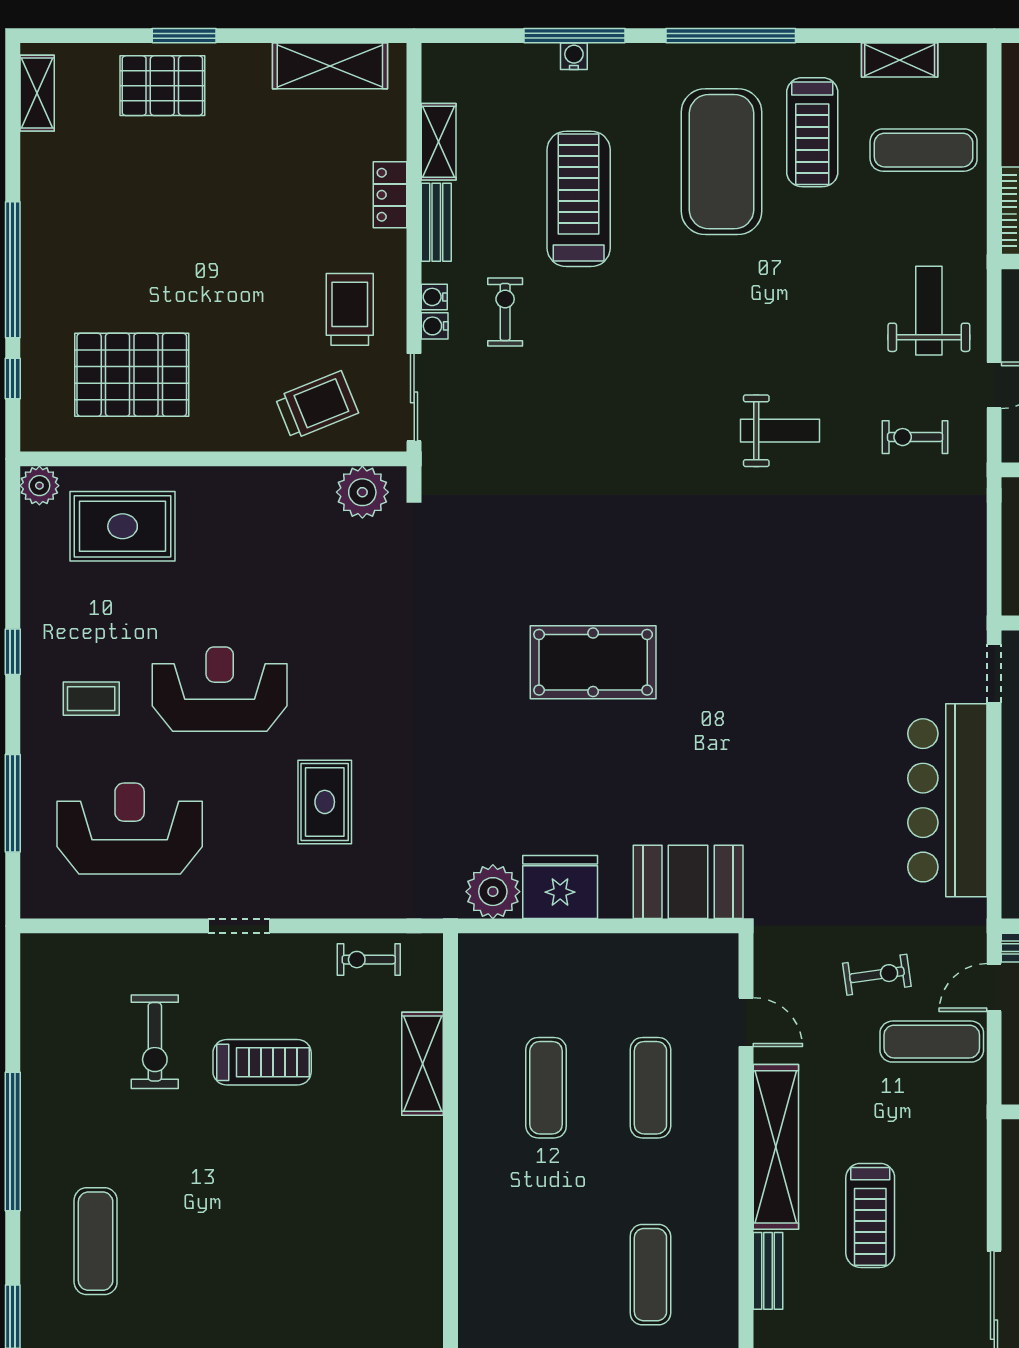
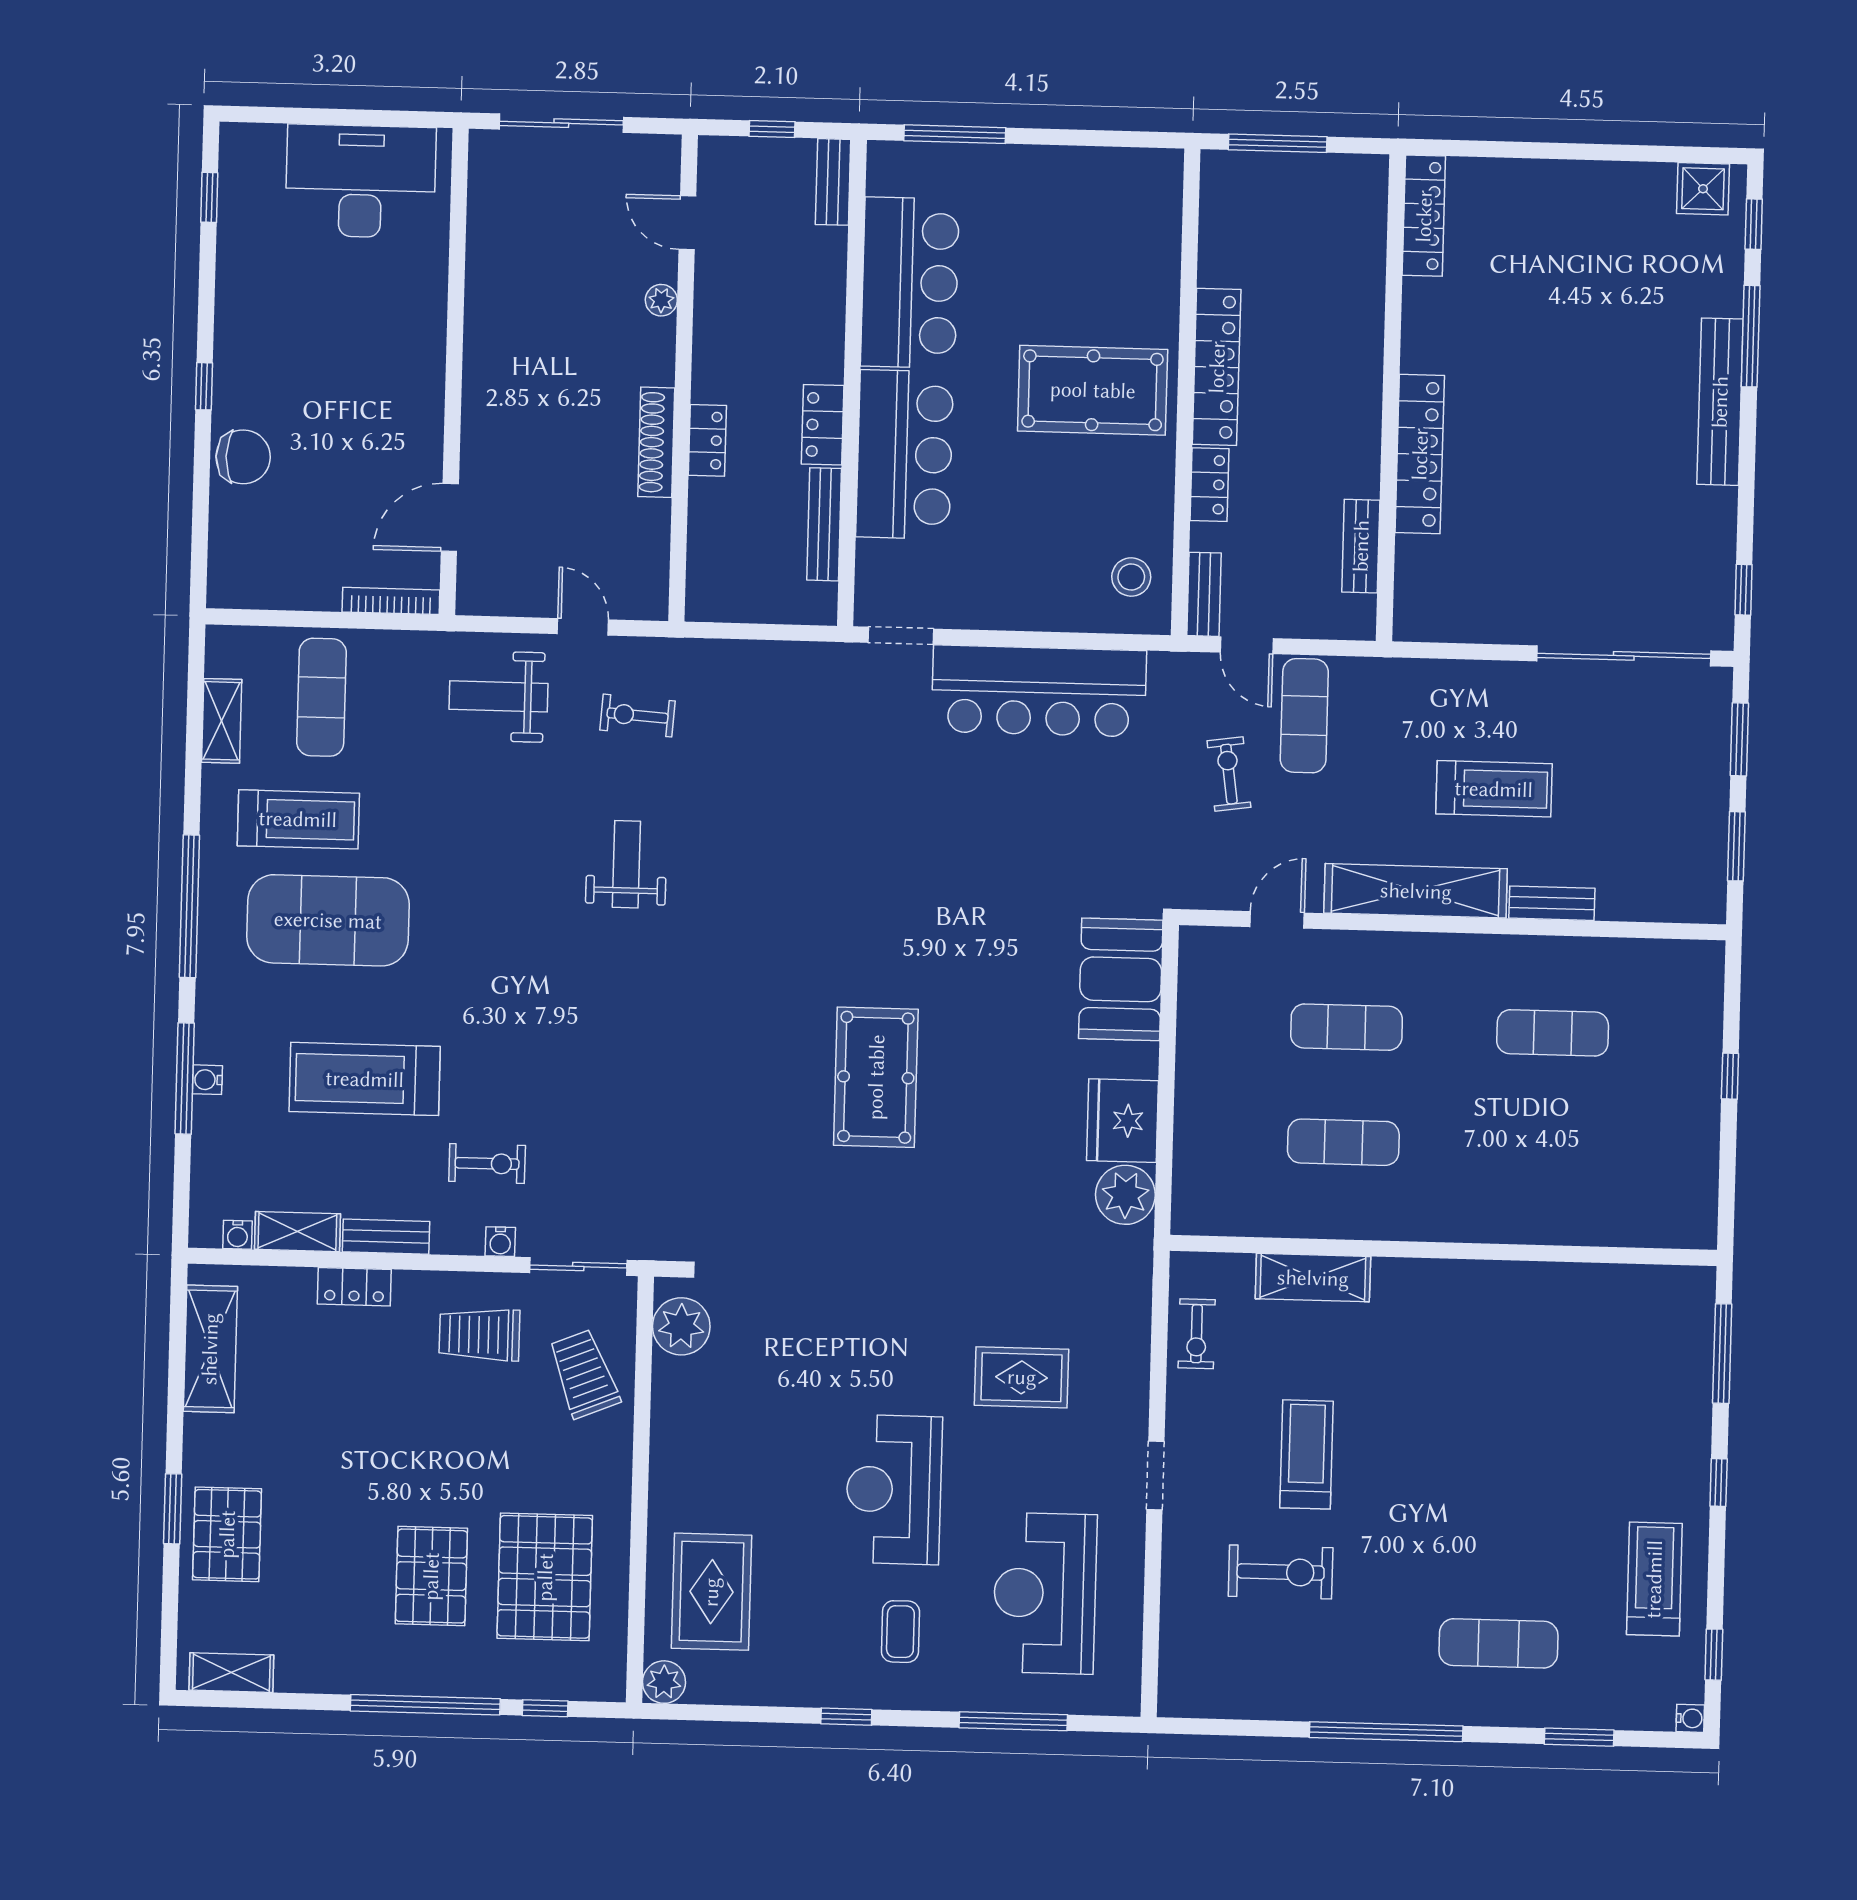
pallet: (130, 272) -> (431, 1576), added
water cooler: (434, 297) -> (238, 1235), moved
exercise bike: (505, 312) -> (487, 1163), turned 180
exercise bike: (915, 437) -> (637, 715), turned 94

